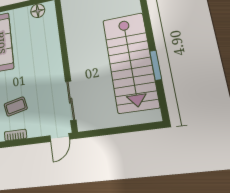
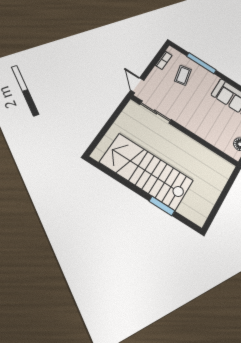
window: (156, 65) -> (162, 206), moved

